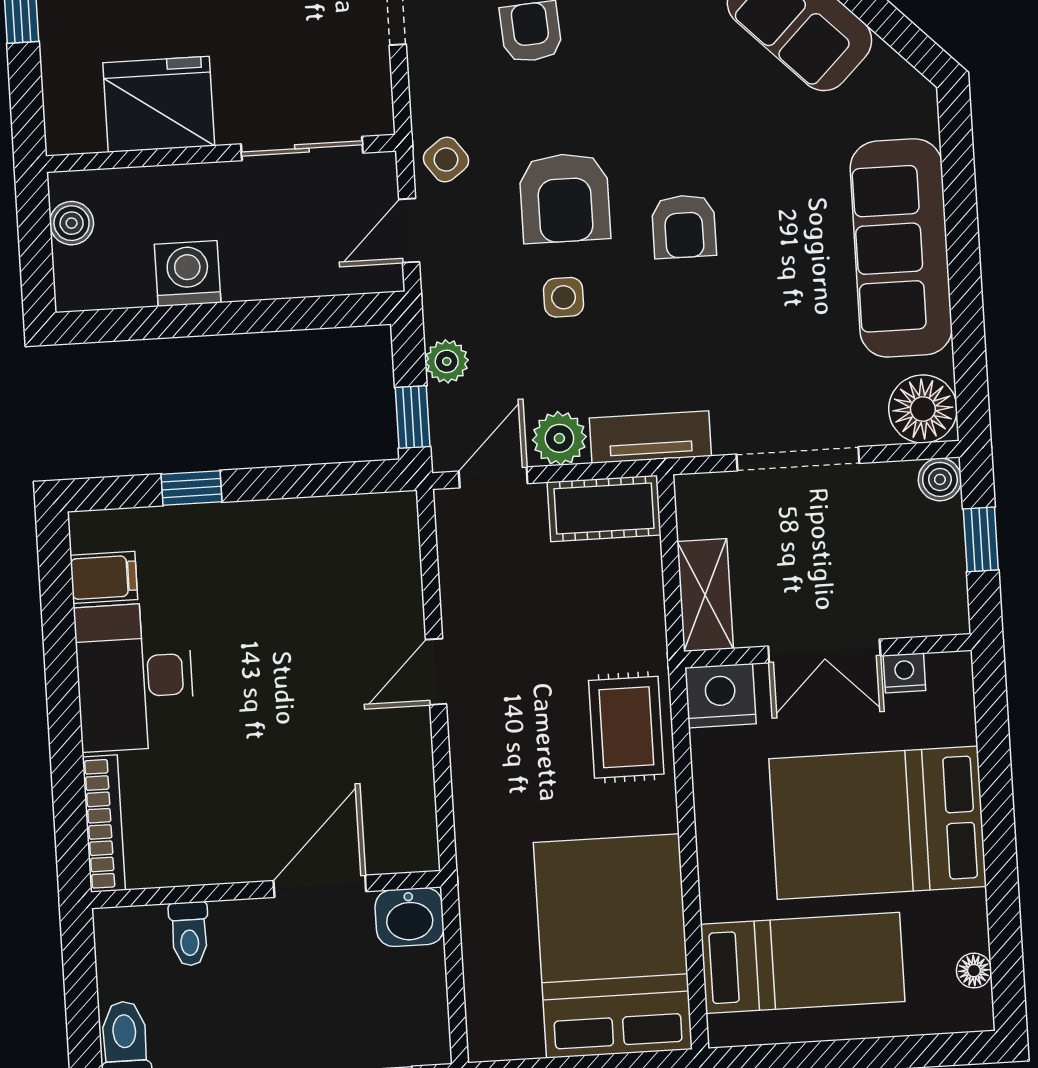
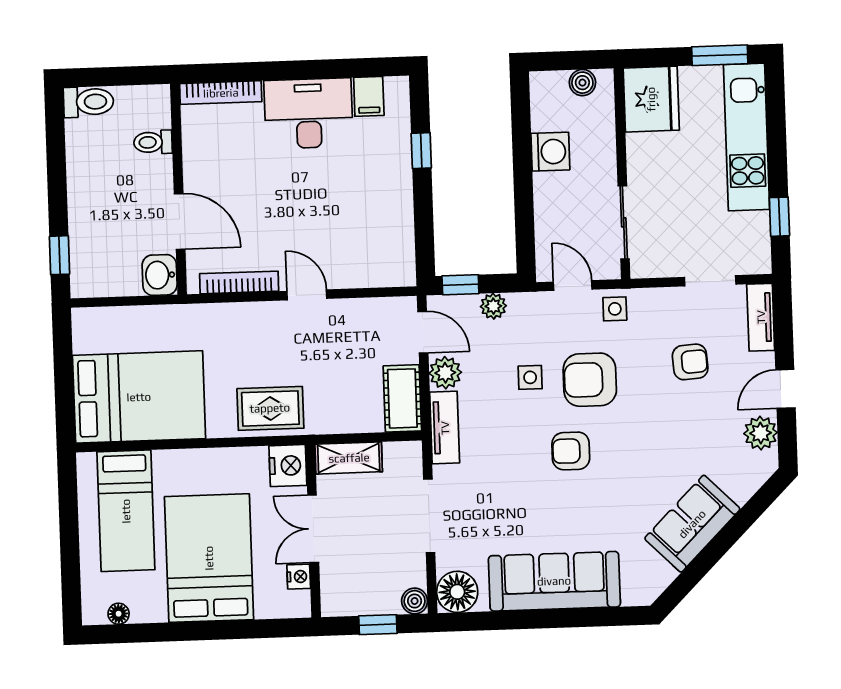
fridge: (159, 104) -> (651, 99), moved
side table: (446, 160) -> (615, 309), turned 36
bookcase: (418, 785) -> (239, 282), added

